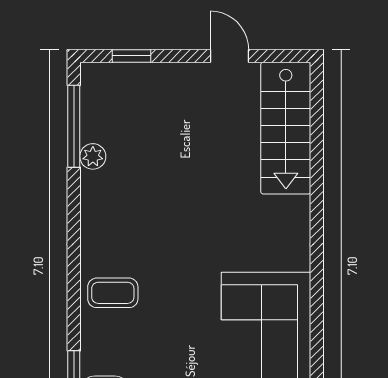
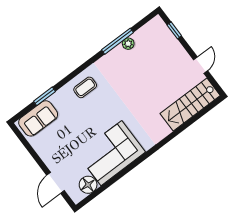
window: (74, 126) -> (117, 41), moved
coffee table: (113, 293) -> (85, 87), turned 90

